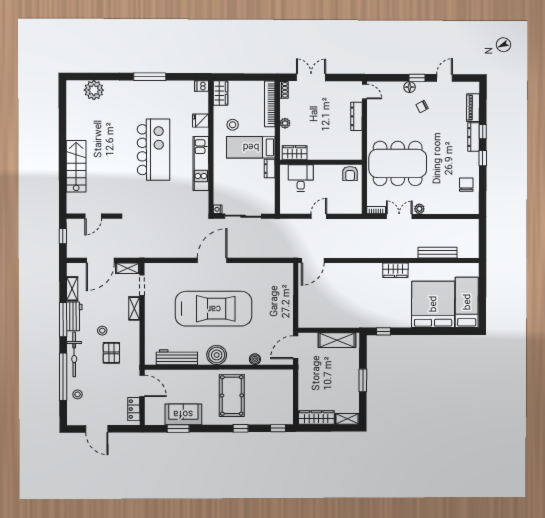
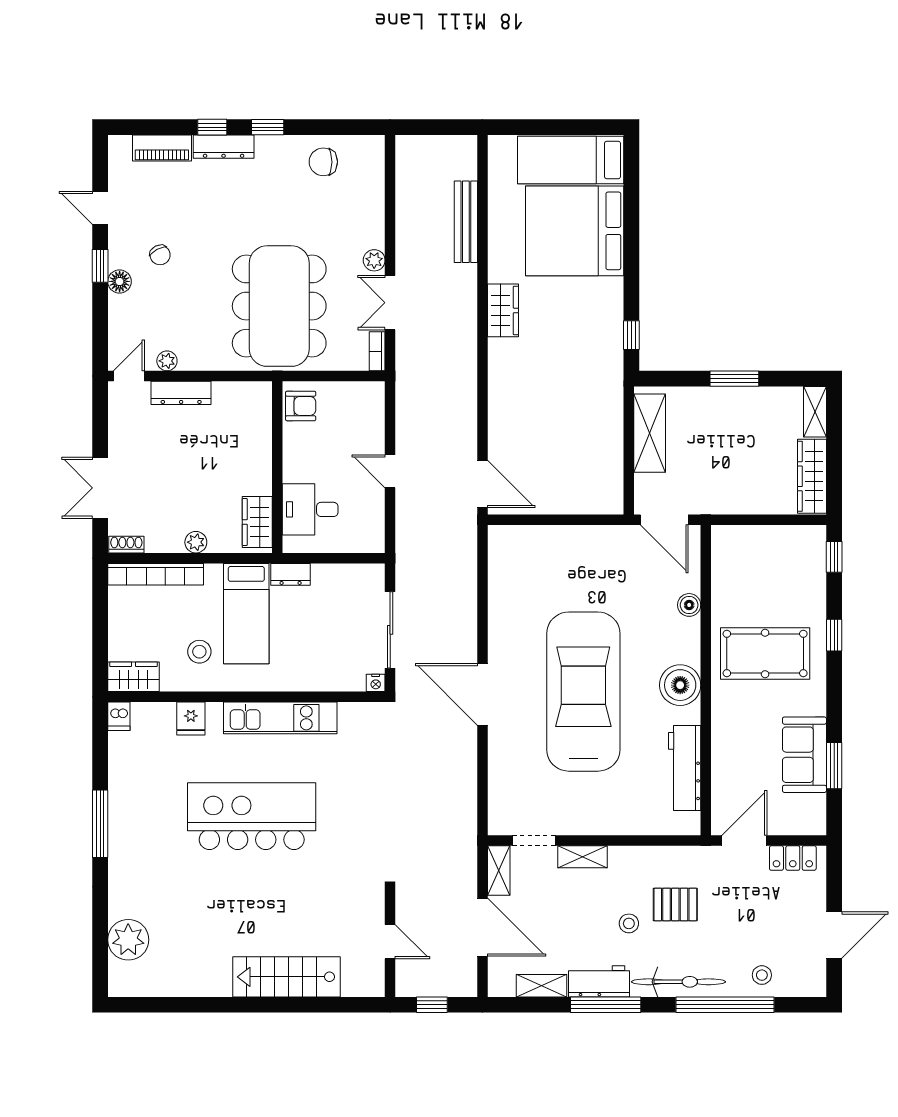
plant: (372, 110) -> (167, 361), added

